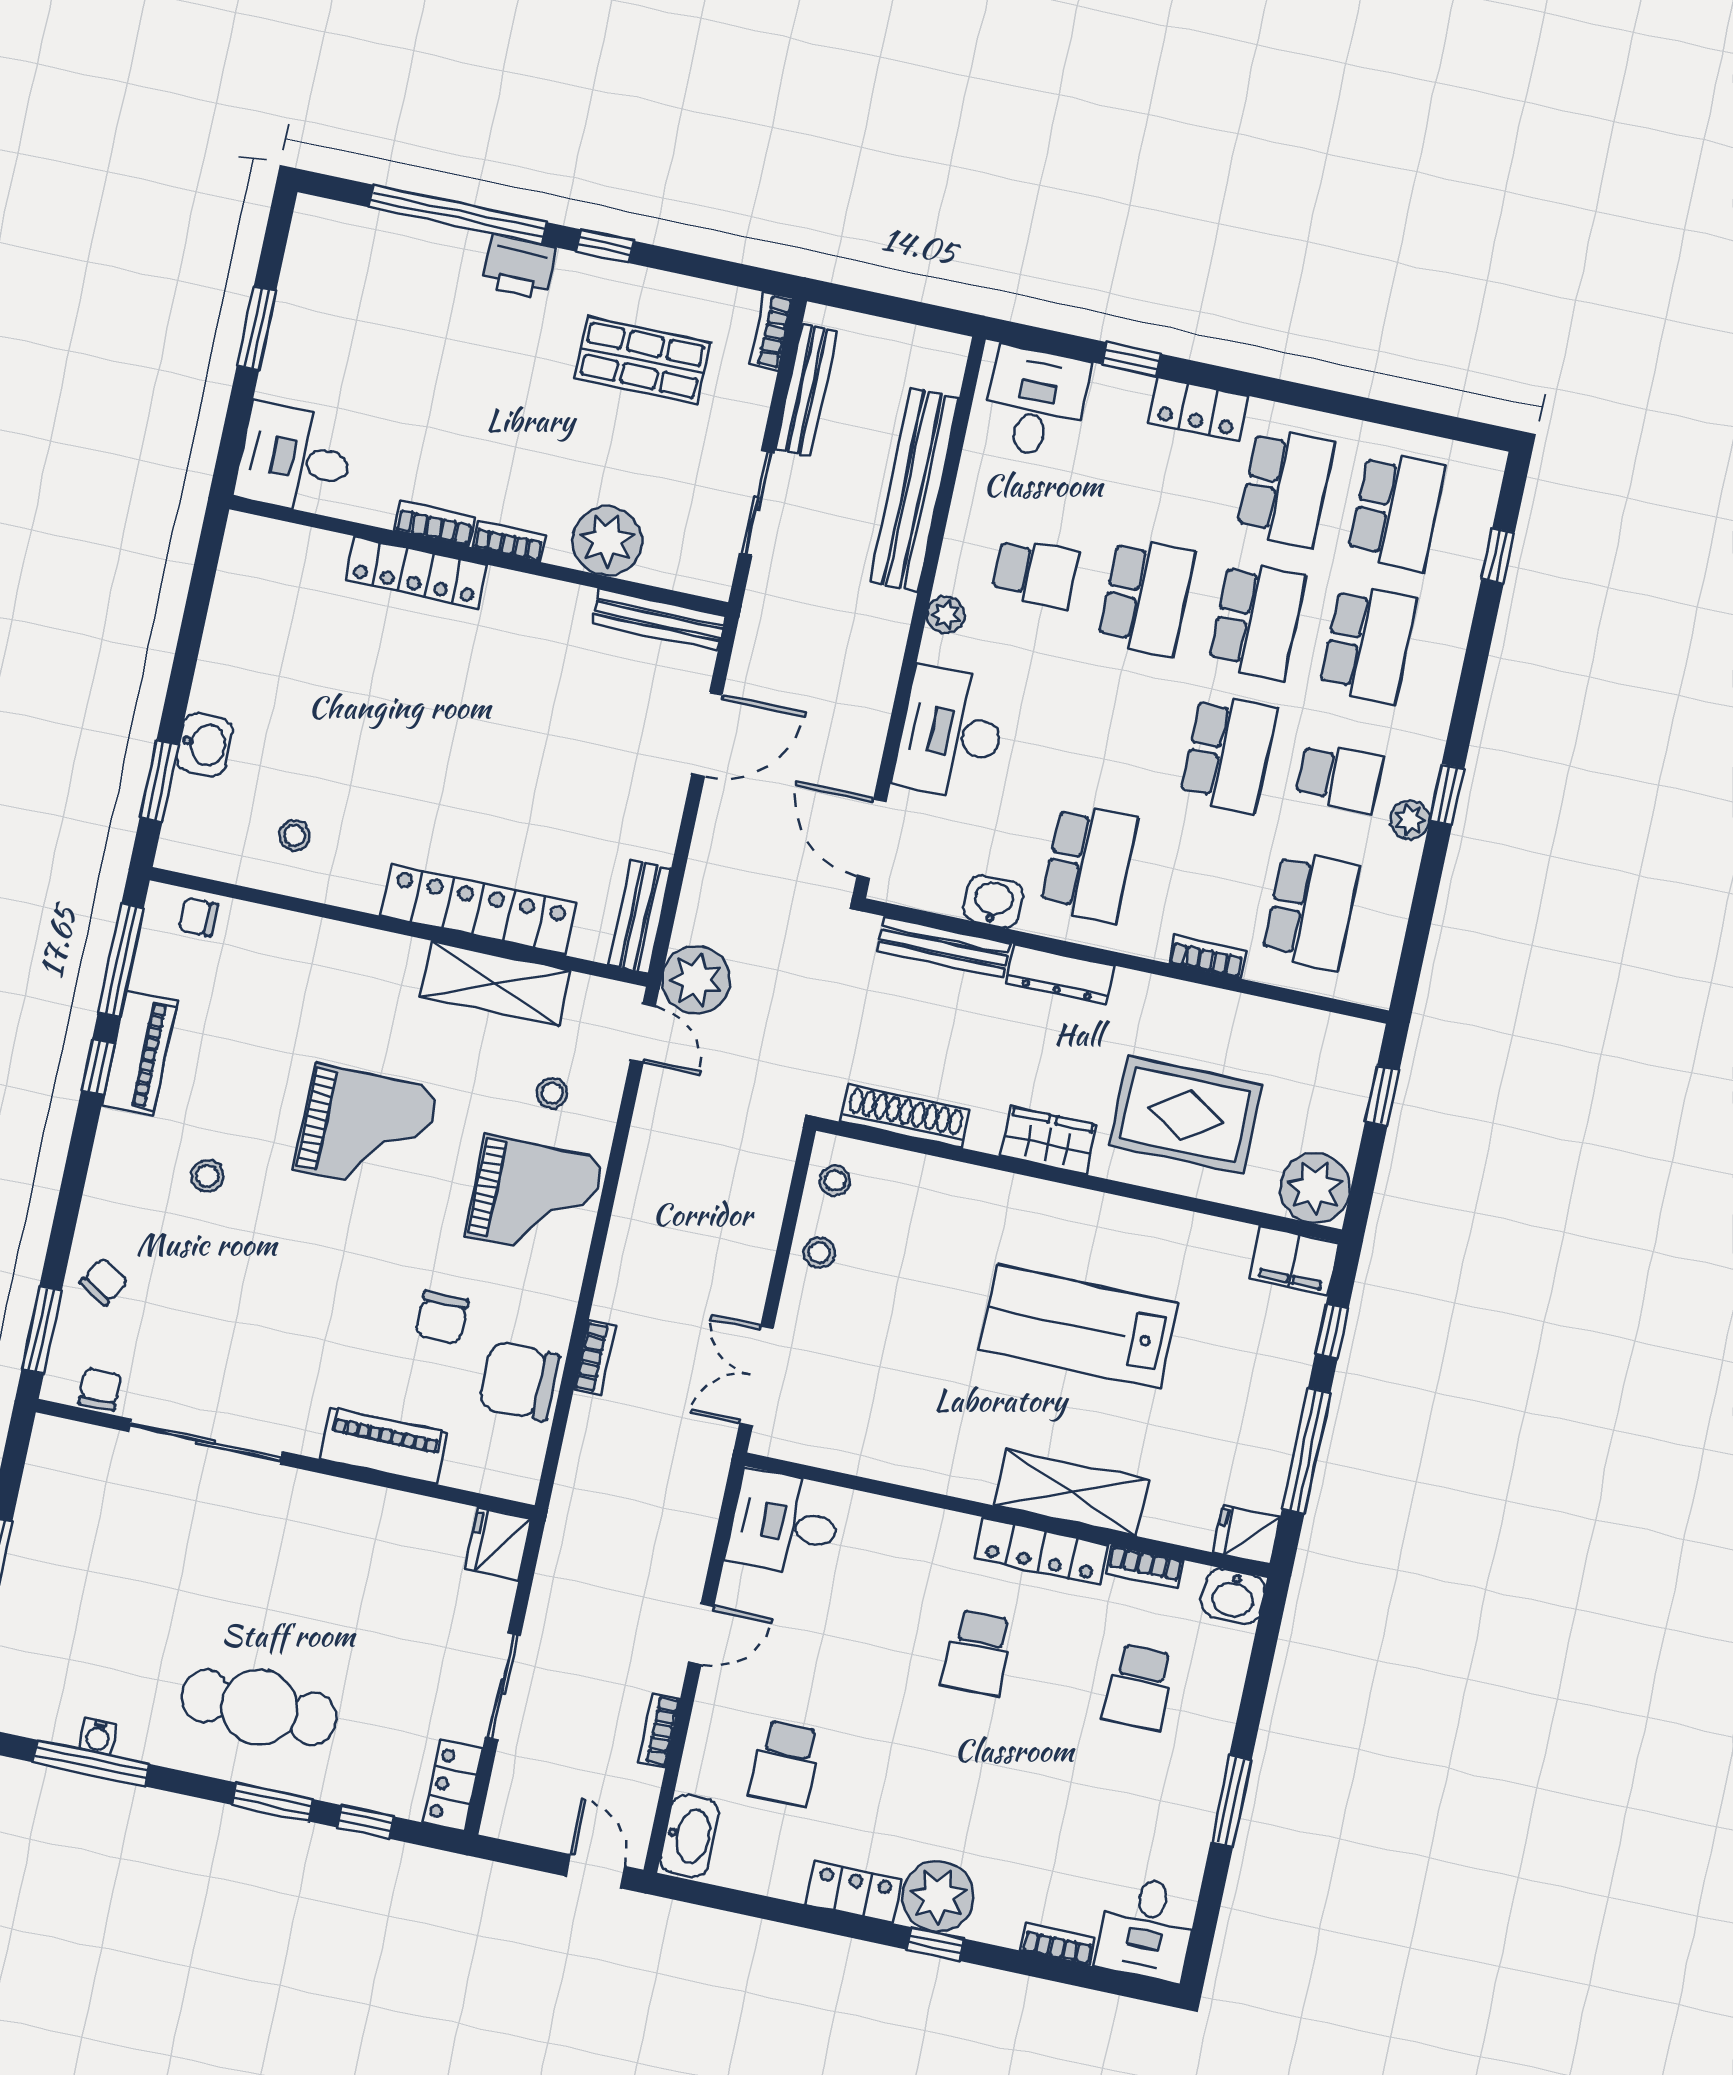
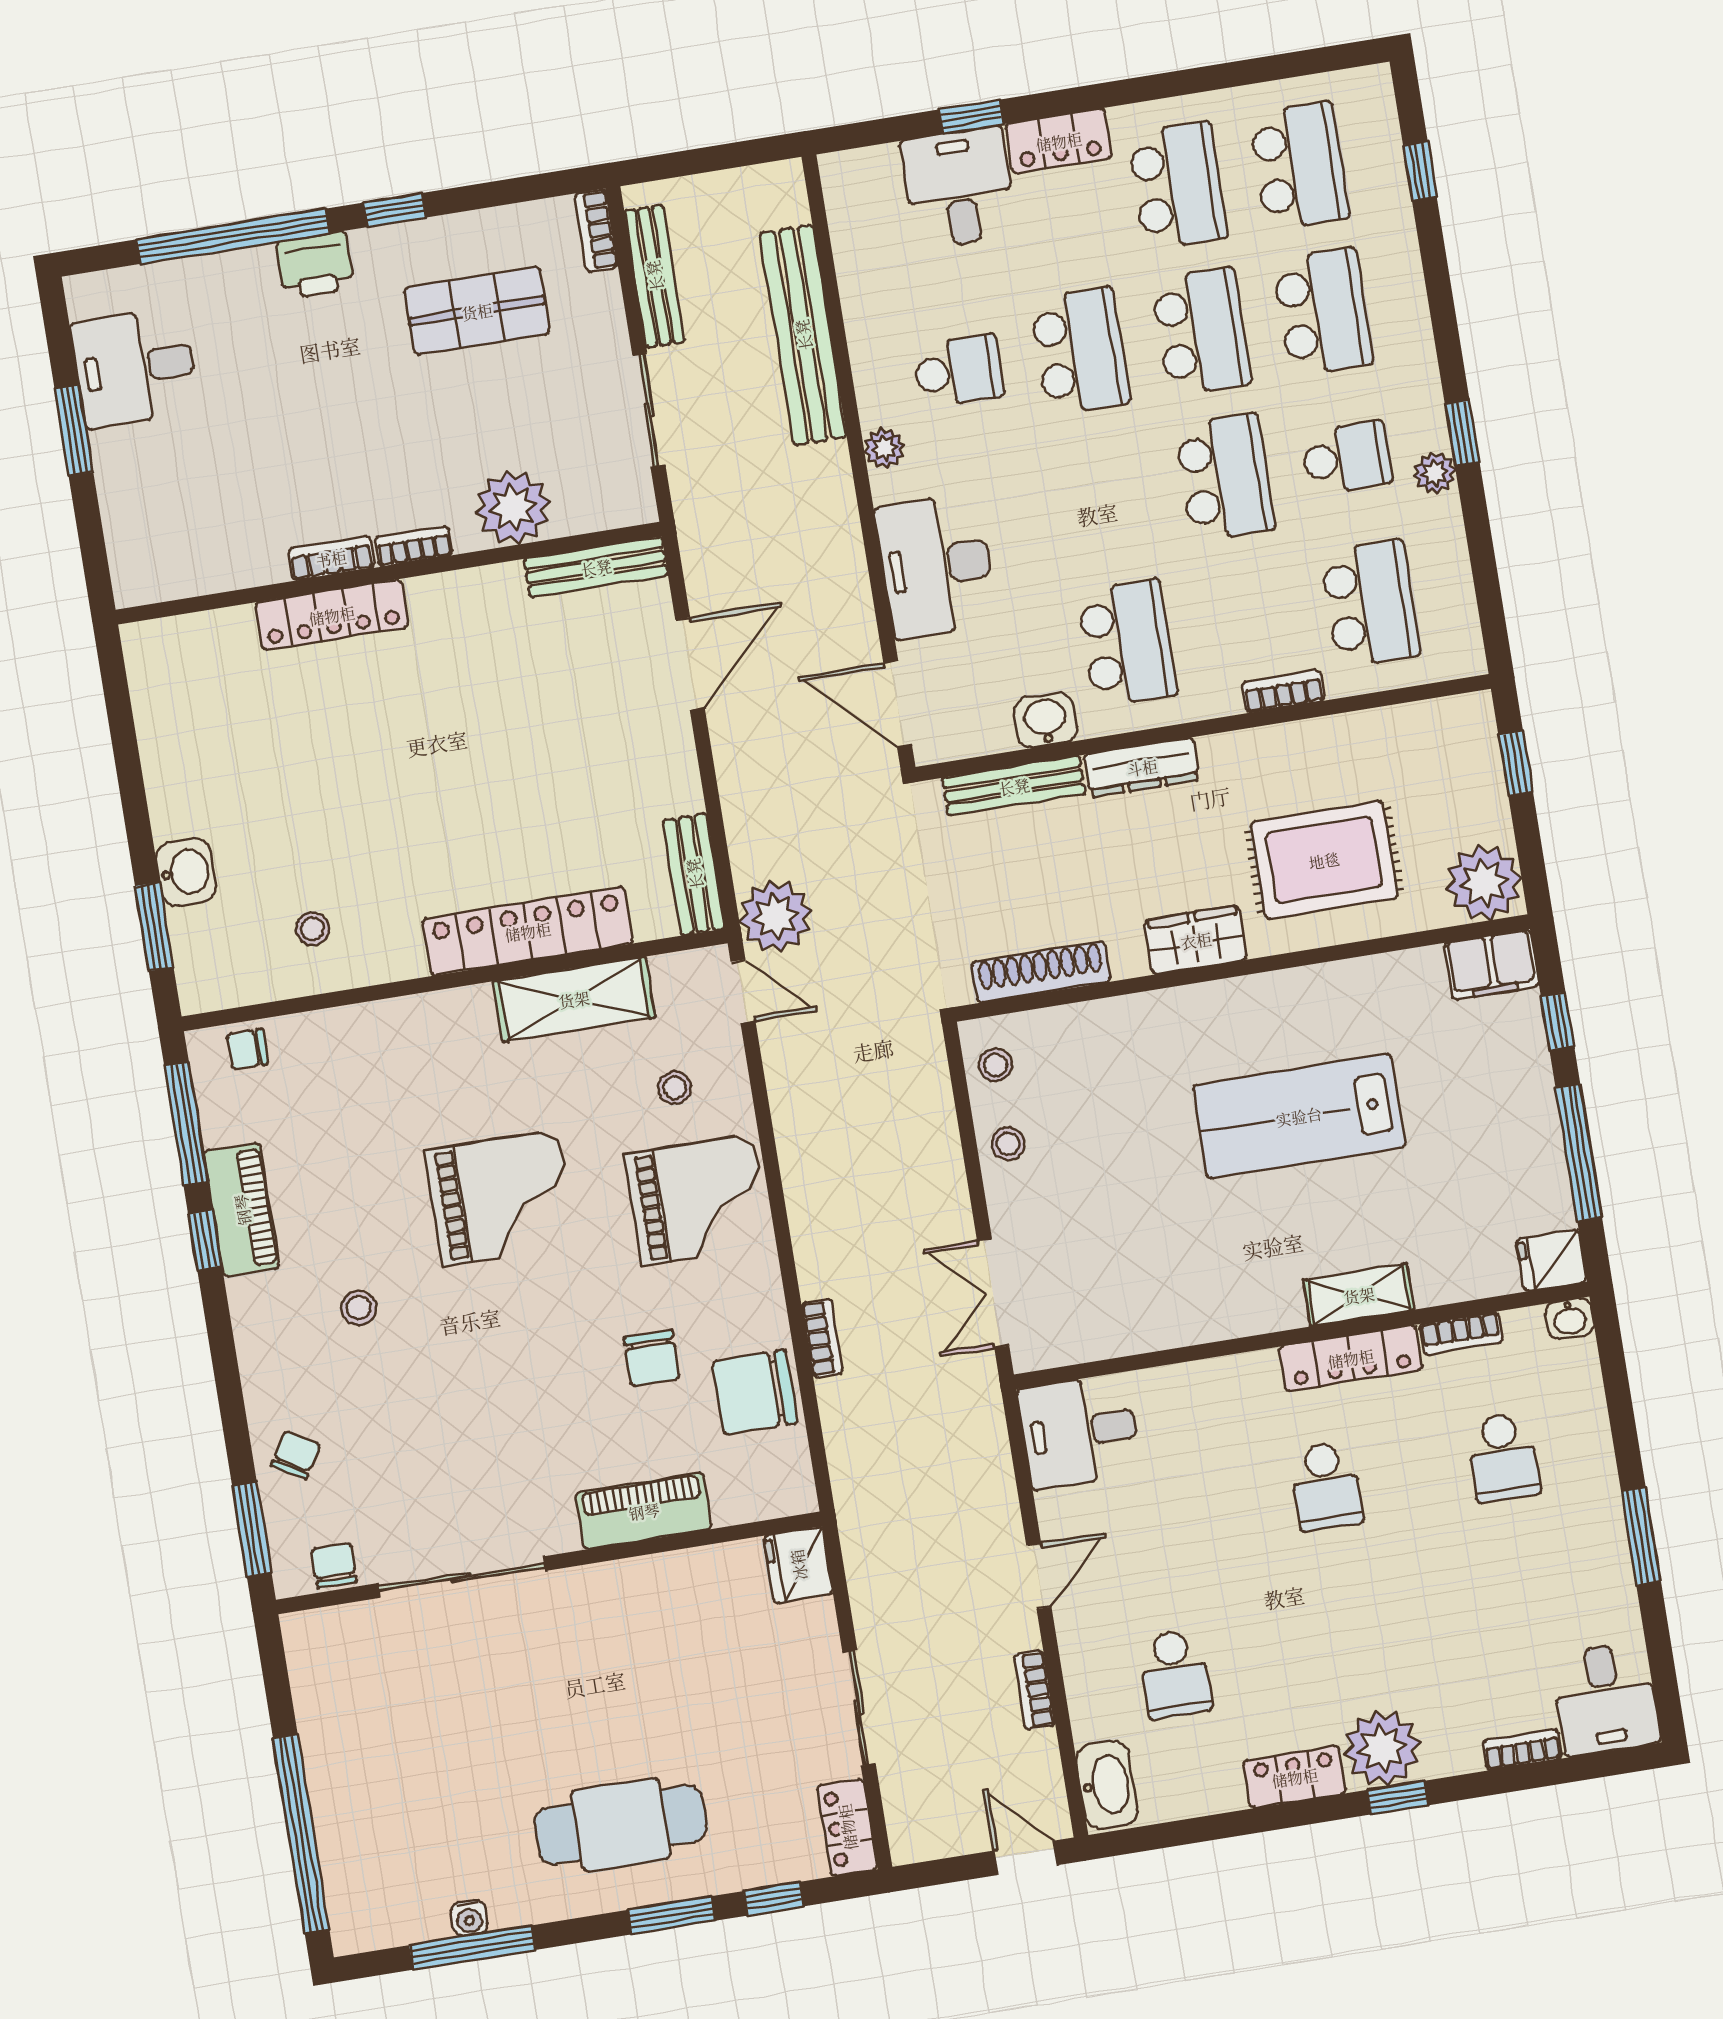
desk: (1036, 403) -> (959, 188), moved
desk: (295, 459) -> (135, 368), moved
shelving: (1071, 1492) -> (1359, 1295), width x0.67, depth x0.75
washbasin: (1233, 1596) -> (1570, 1319), width x0.72, depth x0.69

